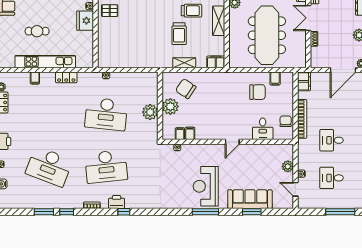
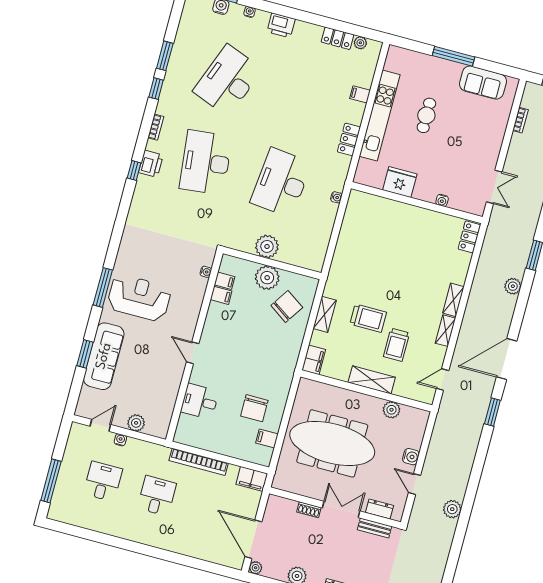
pallet: (110, 11) -> (428, 227), removed
fridge: (85, 21) -> (400, 182), moved
trolley: (179, 34) -> (368, 318), turned 180
chair: (286, 121) -> (202, 437), removed

